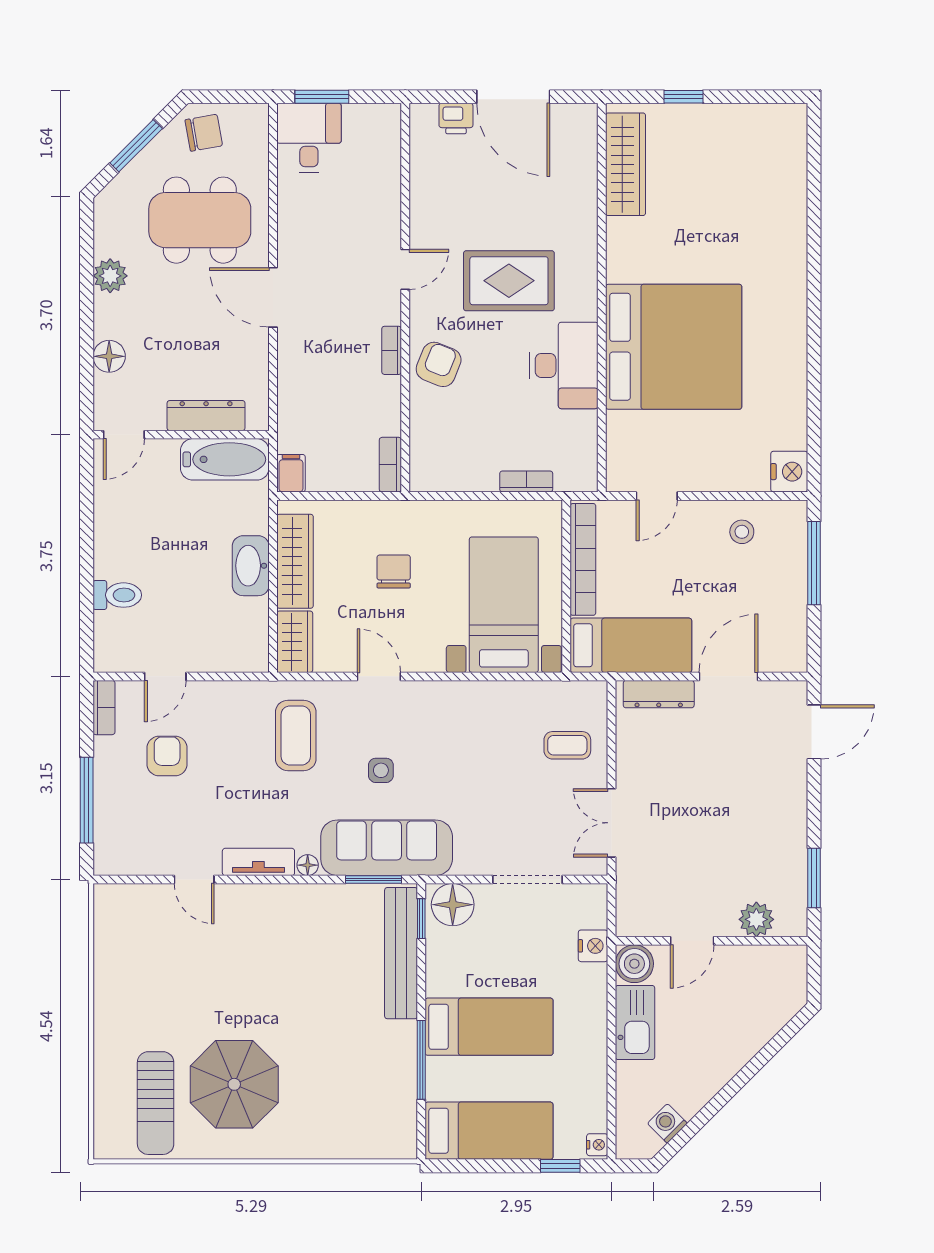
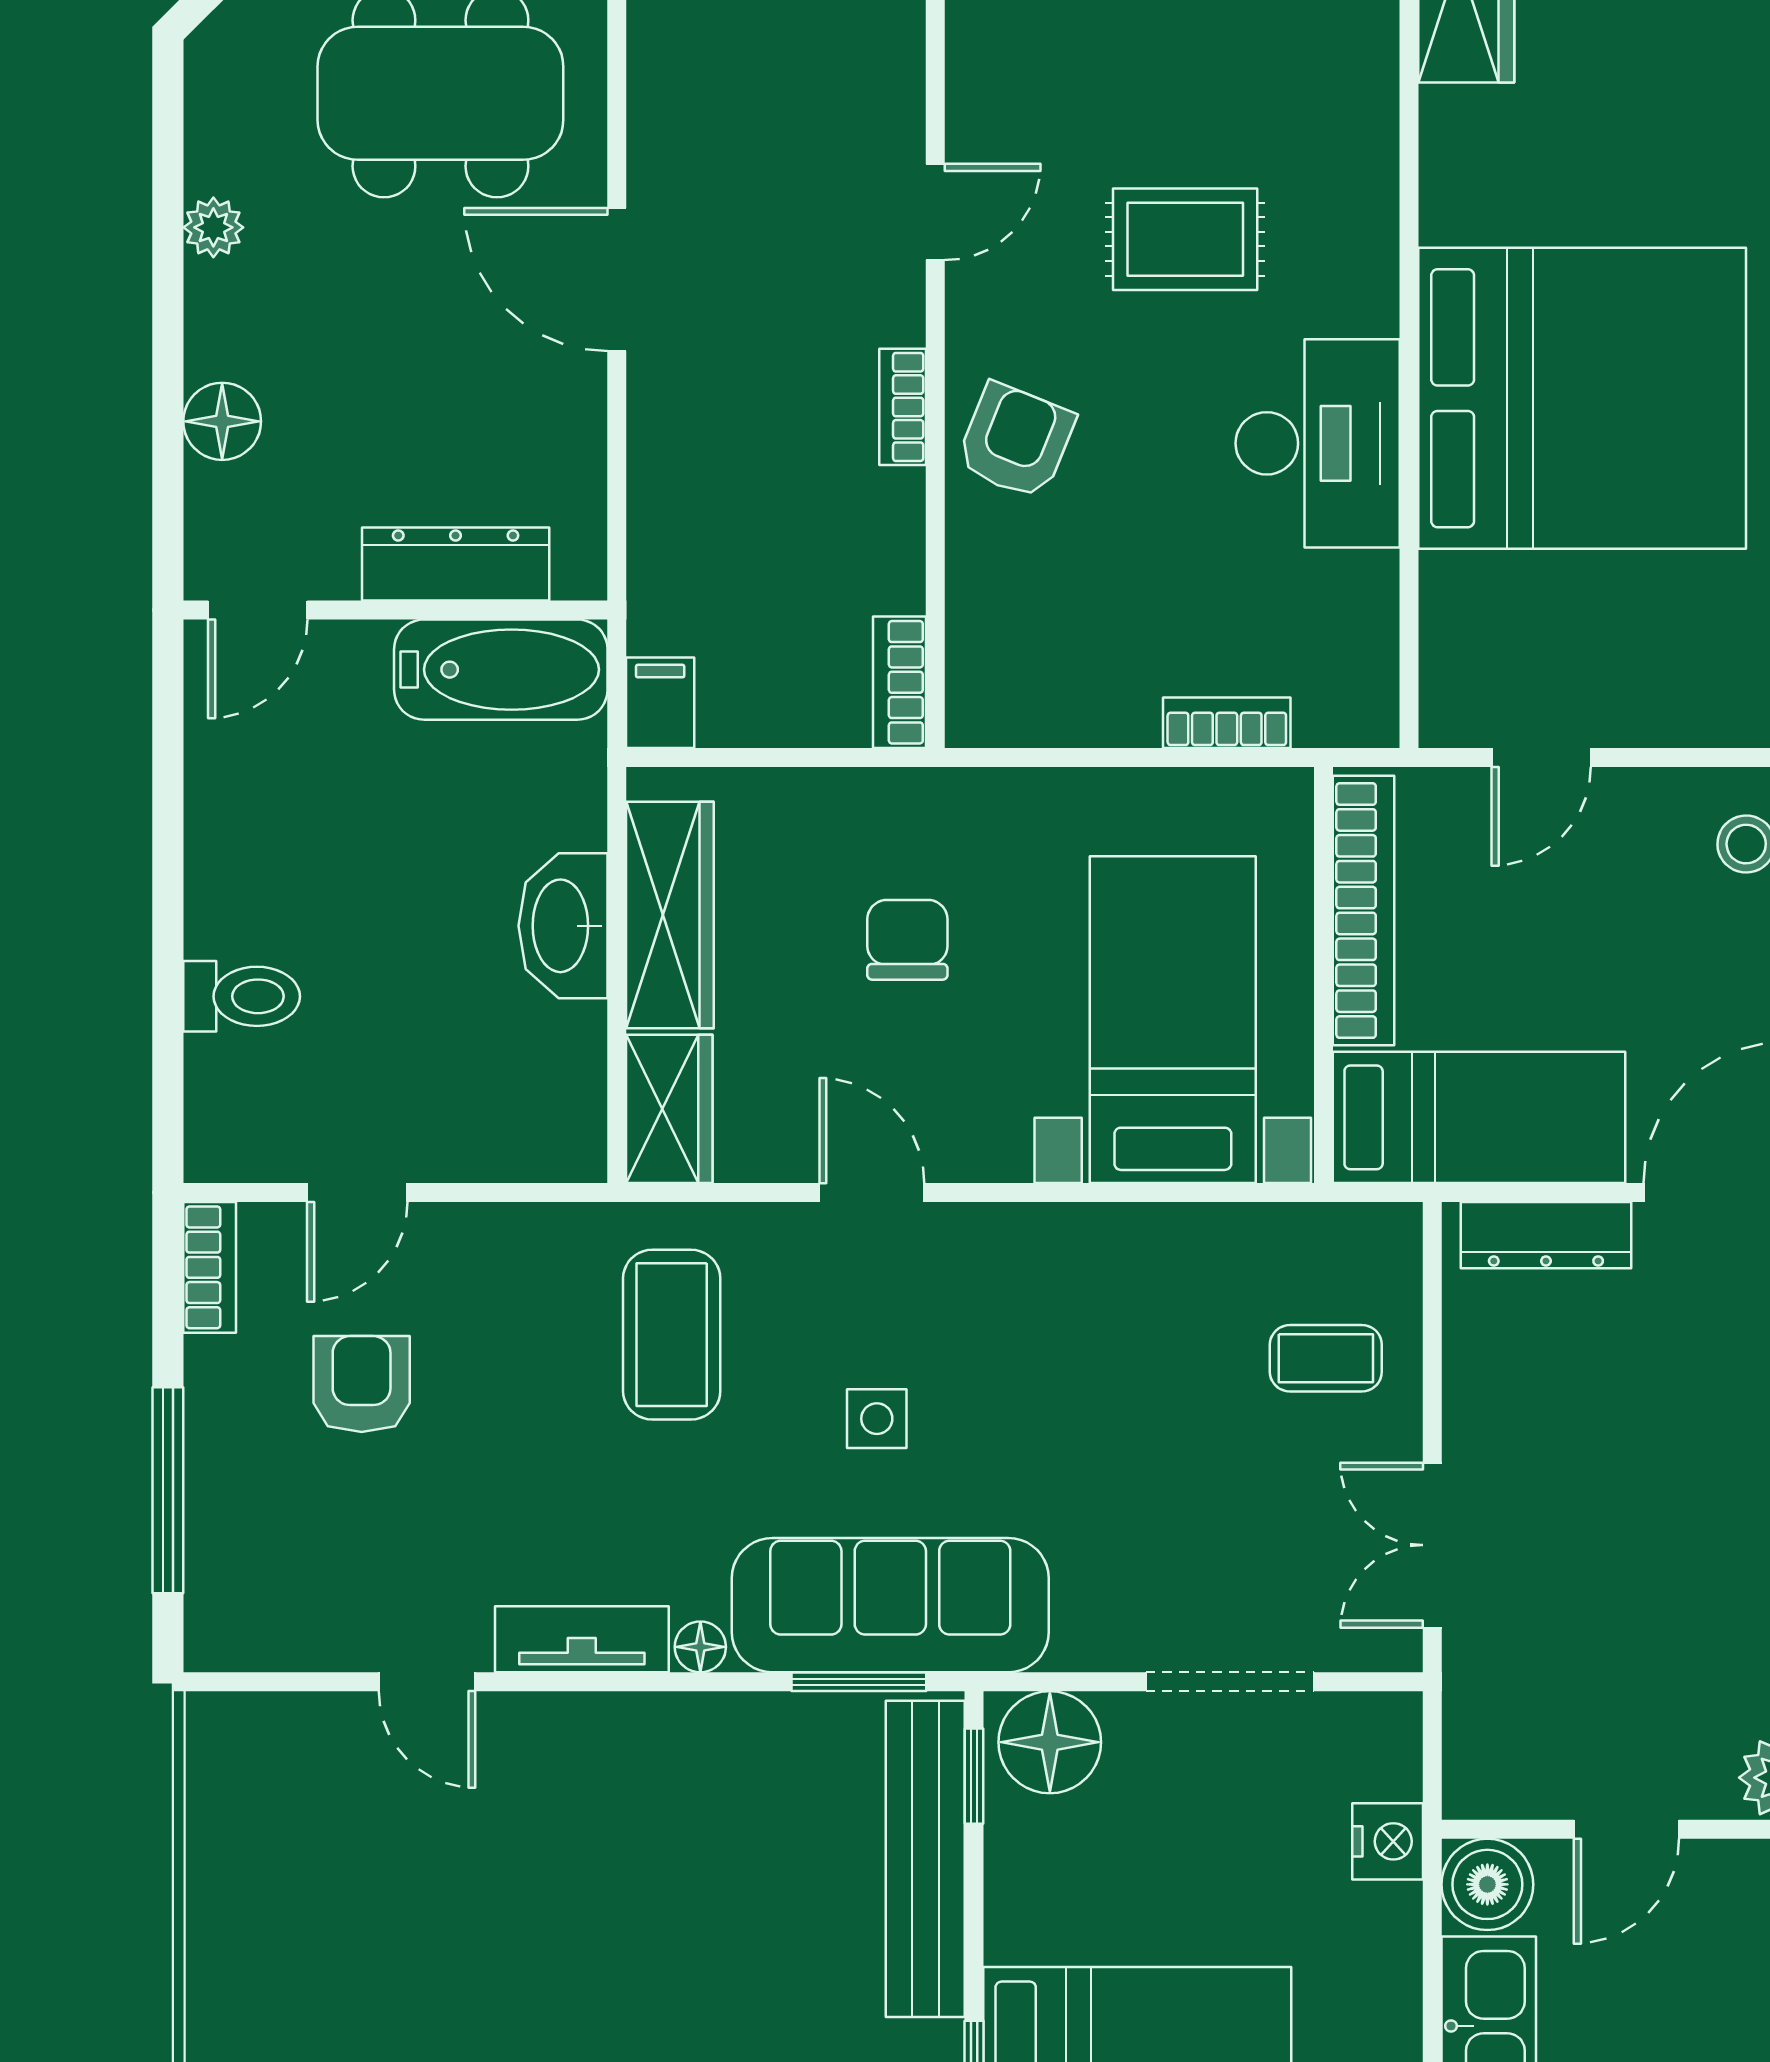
plant: (110, 276) -> (213, 227), width x0.73, depth x0.73
rug: (509, 281) -> (1185, 239), width x0.73, depth x0.70

